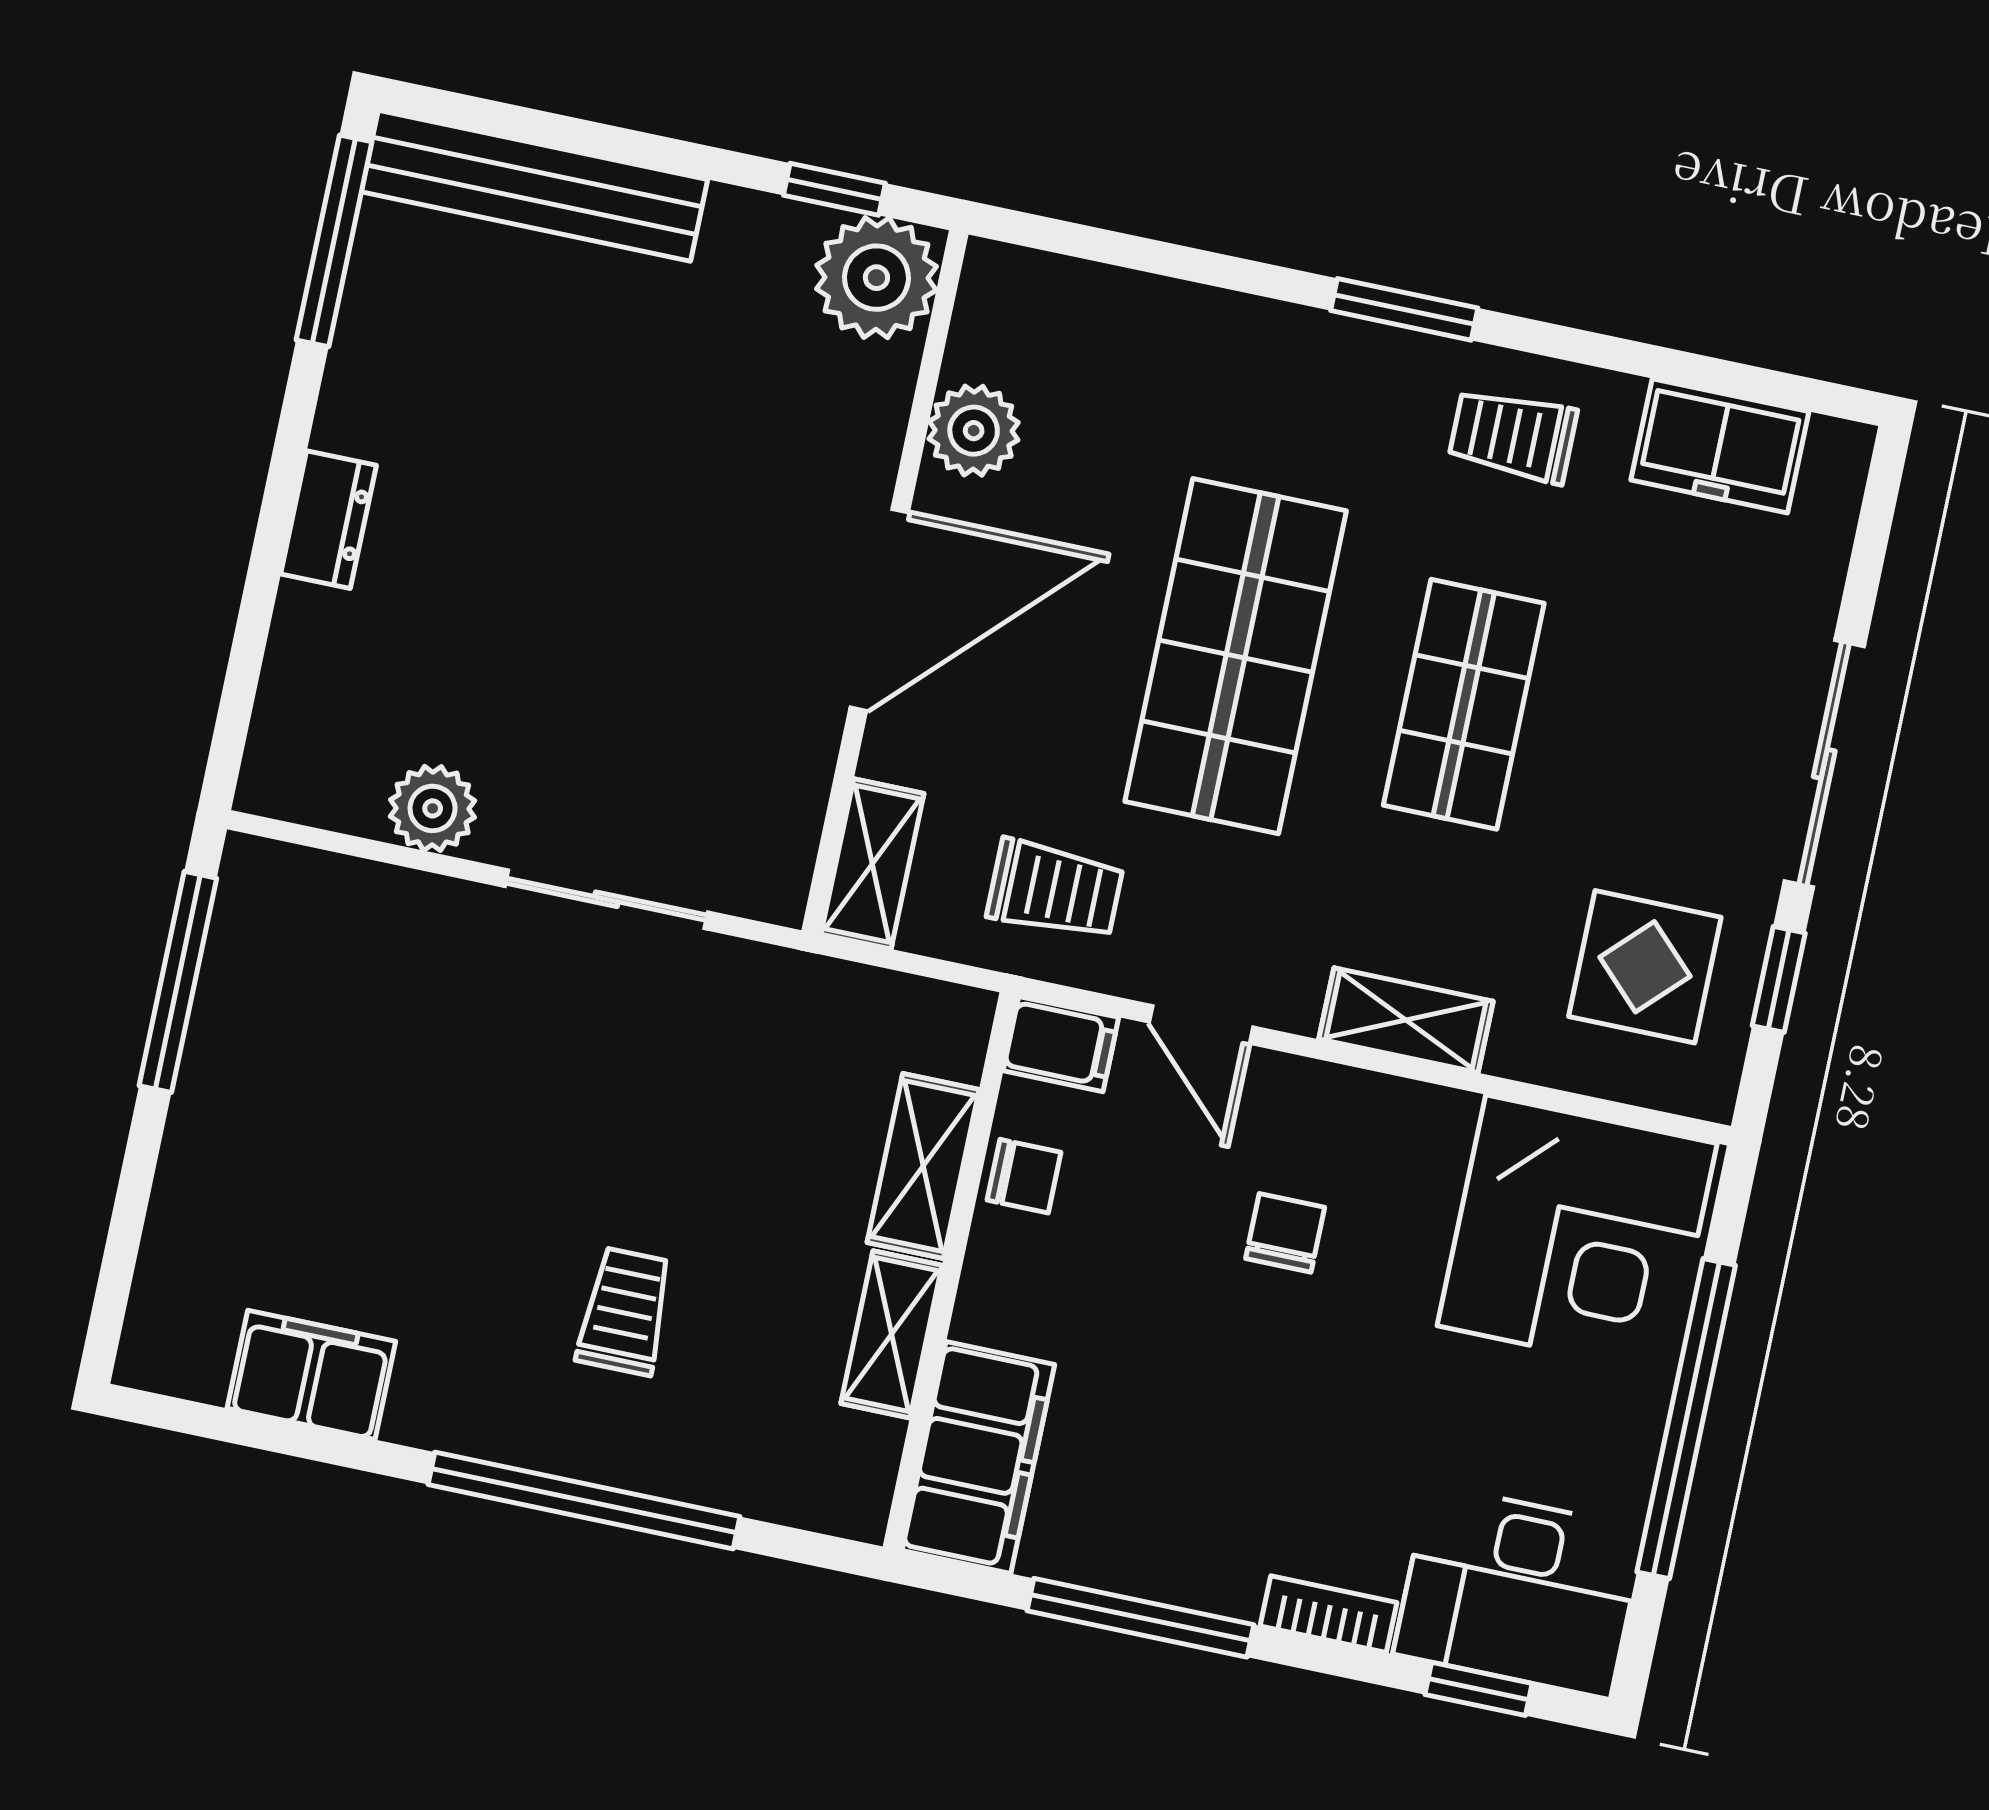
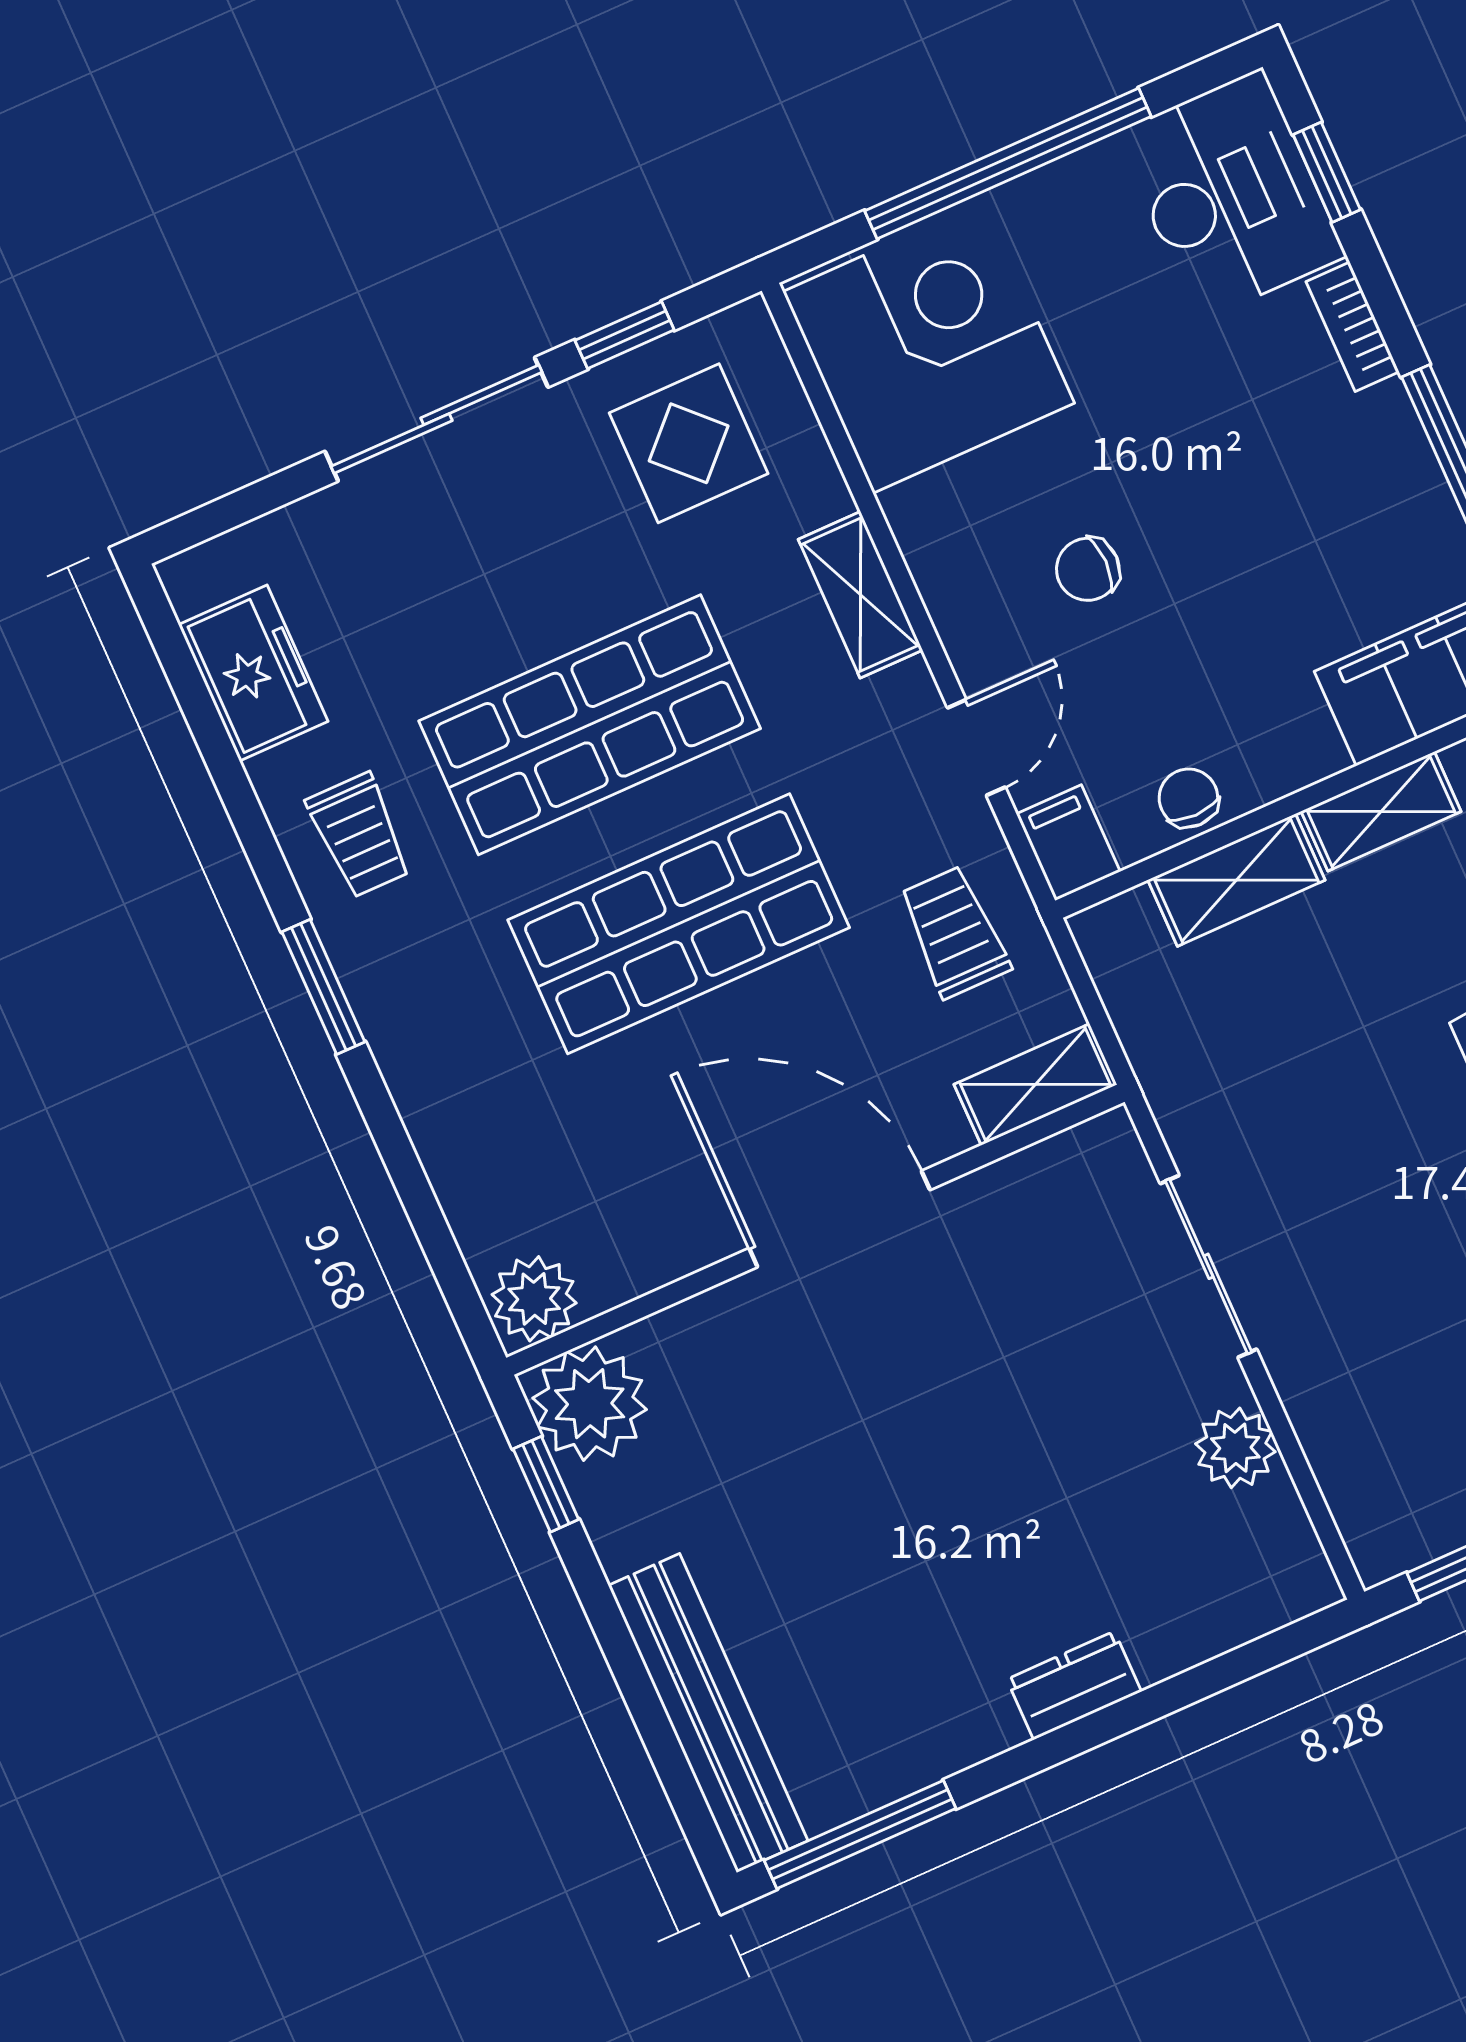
plant: (974, 431) -> (534, 1299), moved
shop shelf: (1464, 704) -> (590, 725), width x1.43, depth x1.36

